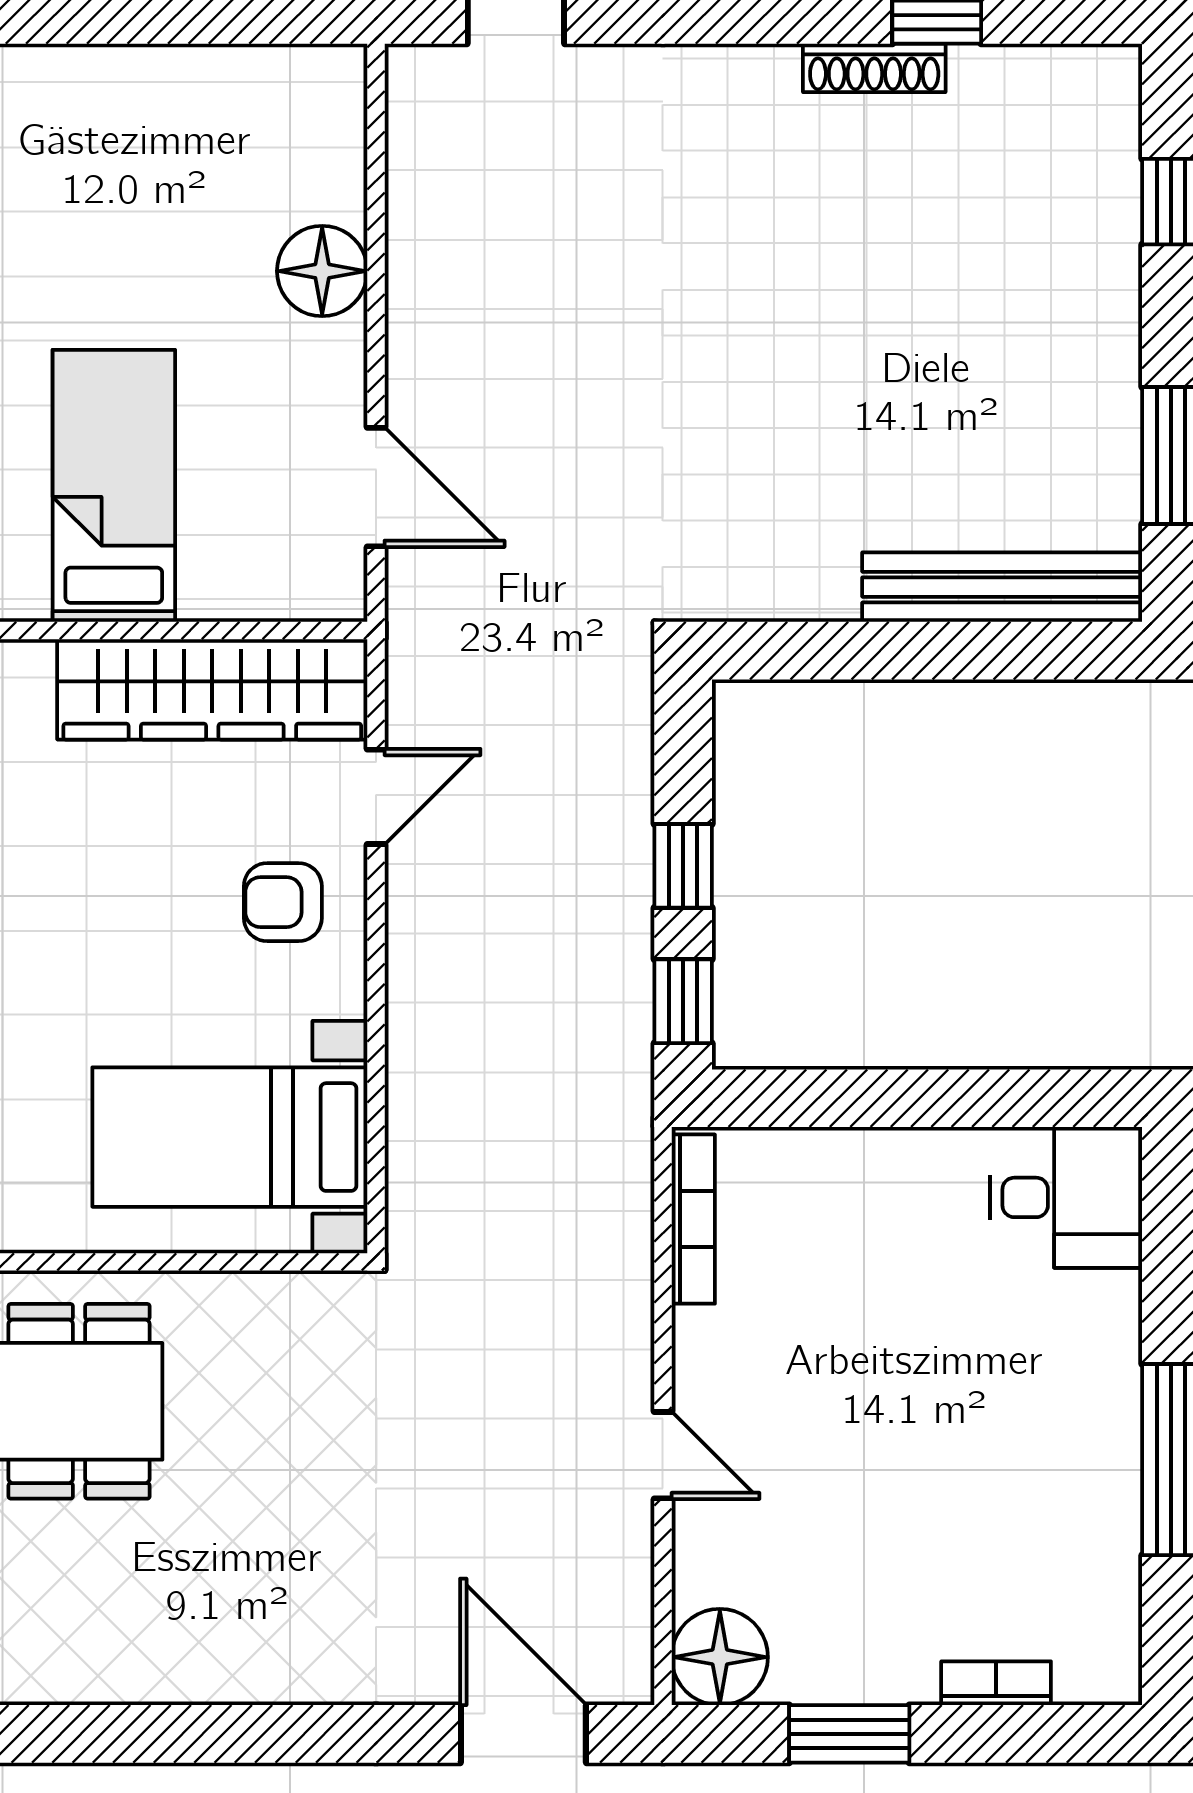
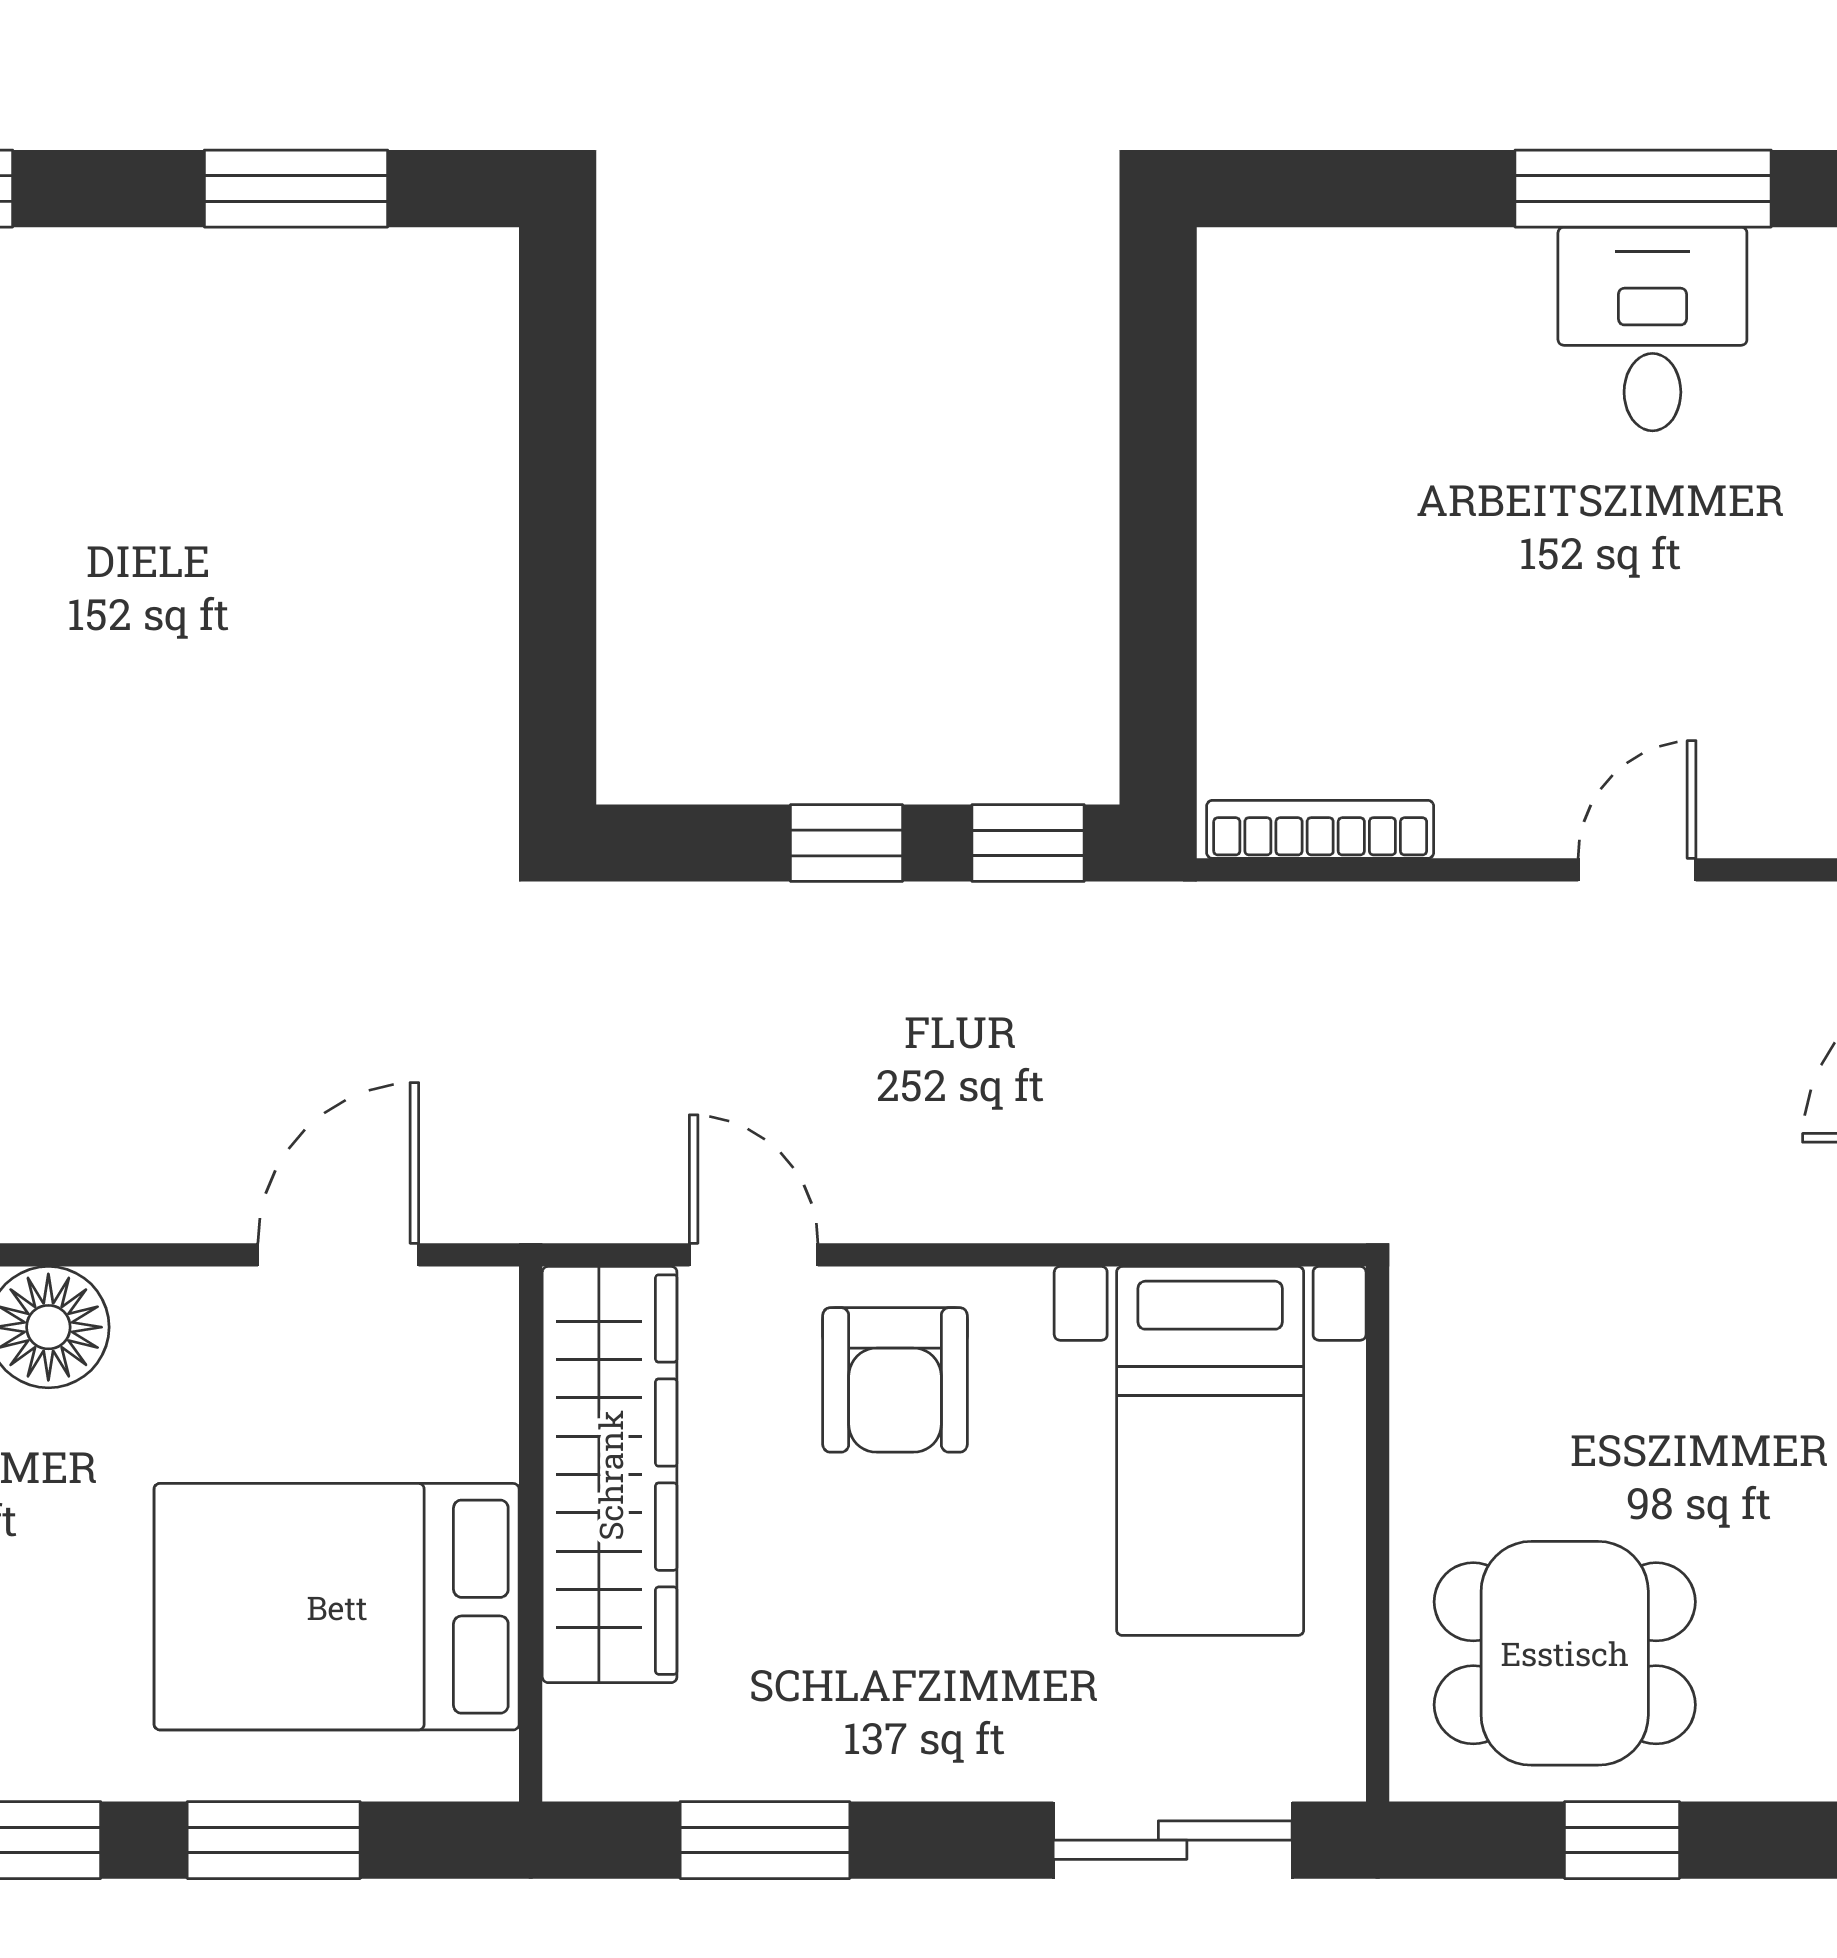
bed: (114, 486) -> (337, 1607), width x1.50
bench: (1002, 587) -> (472, 415), removed
armchair: (283, 902) -> (895, 1380), width x1.38, depth x1.38
desk: (1066, 1197) -> (1652, 329), moved

